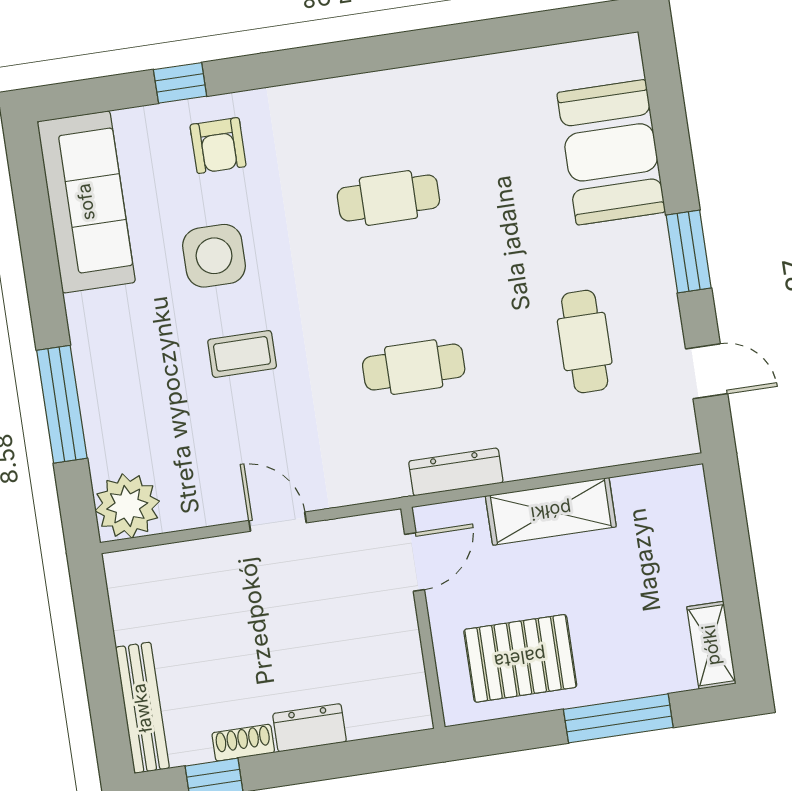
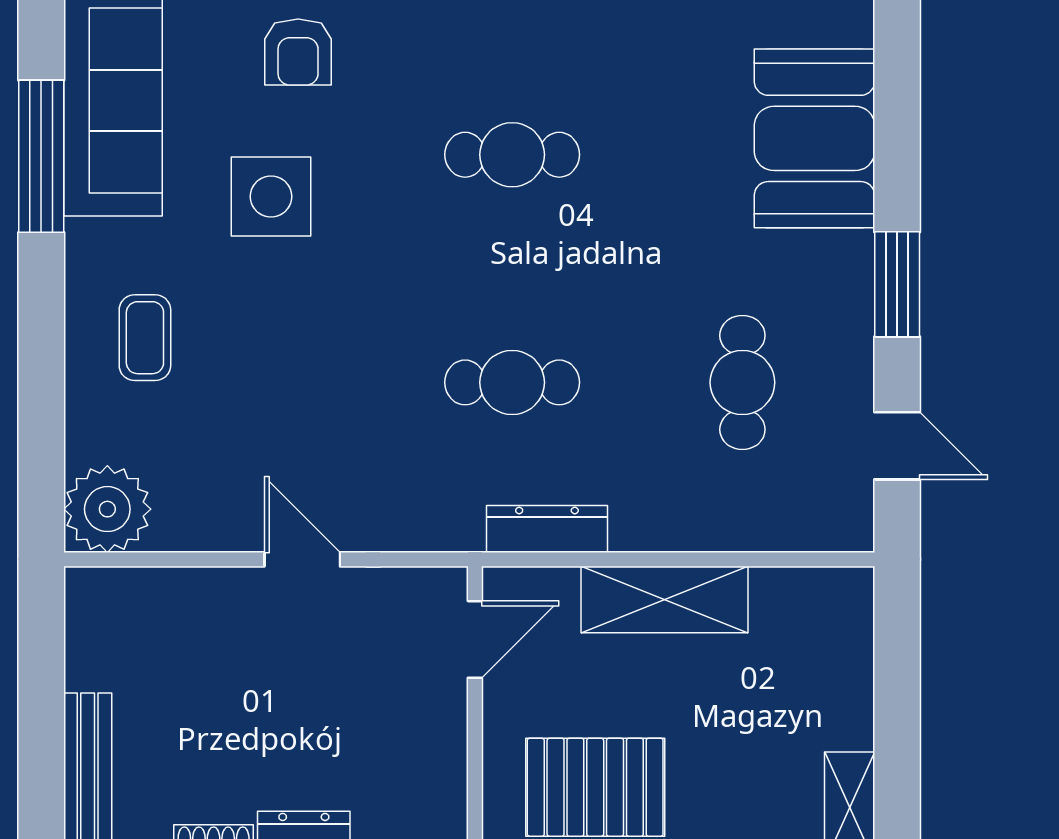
coffee table: (242, 354) -> (145, 338), moved, turned 90
window: (62, 404) -> (41, 156), moved

